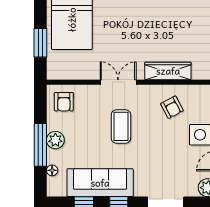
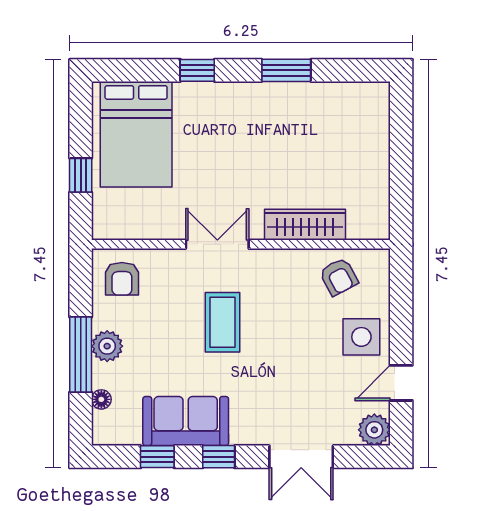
window: (40, 43) -> (81, 175), width x0.67
armchair: (172, 107) -> (339, 277), moved
sofa: (100, 183) -> (186, 421), width x0.73

